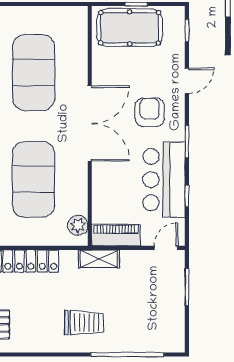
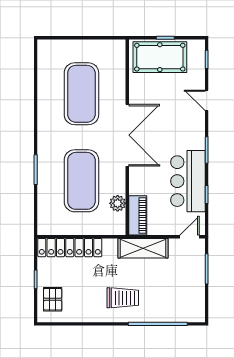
door: (187, 81) -> (207, 100), swing flipped
armchair: (150, 112) -> (176, 126), removed
plant: (78, 225) -> (118, 203), moved
piano: (116, 235) -> (138, 215), moved, turned 90
shelving: (99, 259) -> (143, 248), width x1.50, depth x1.33

